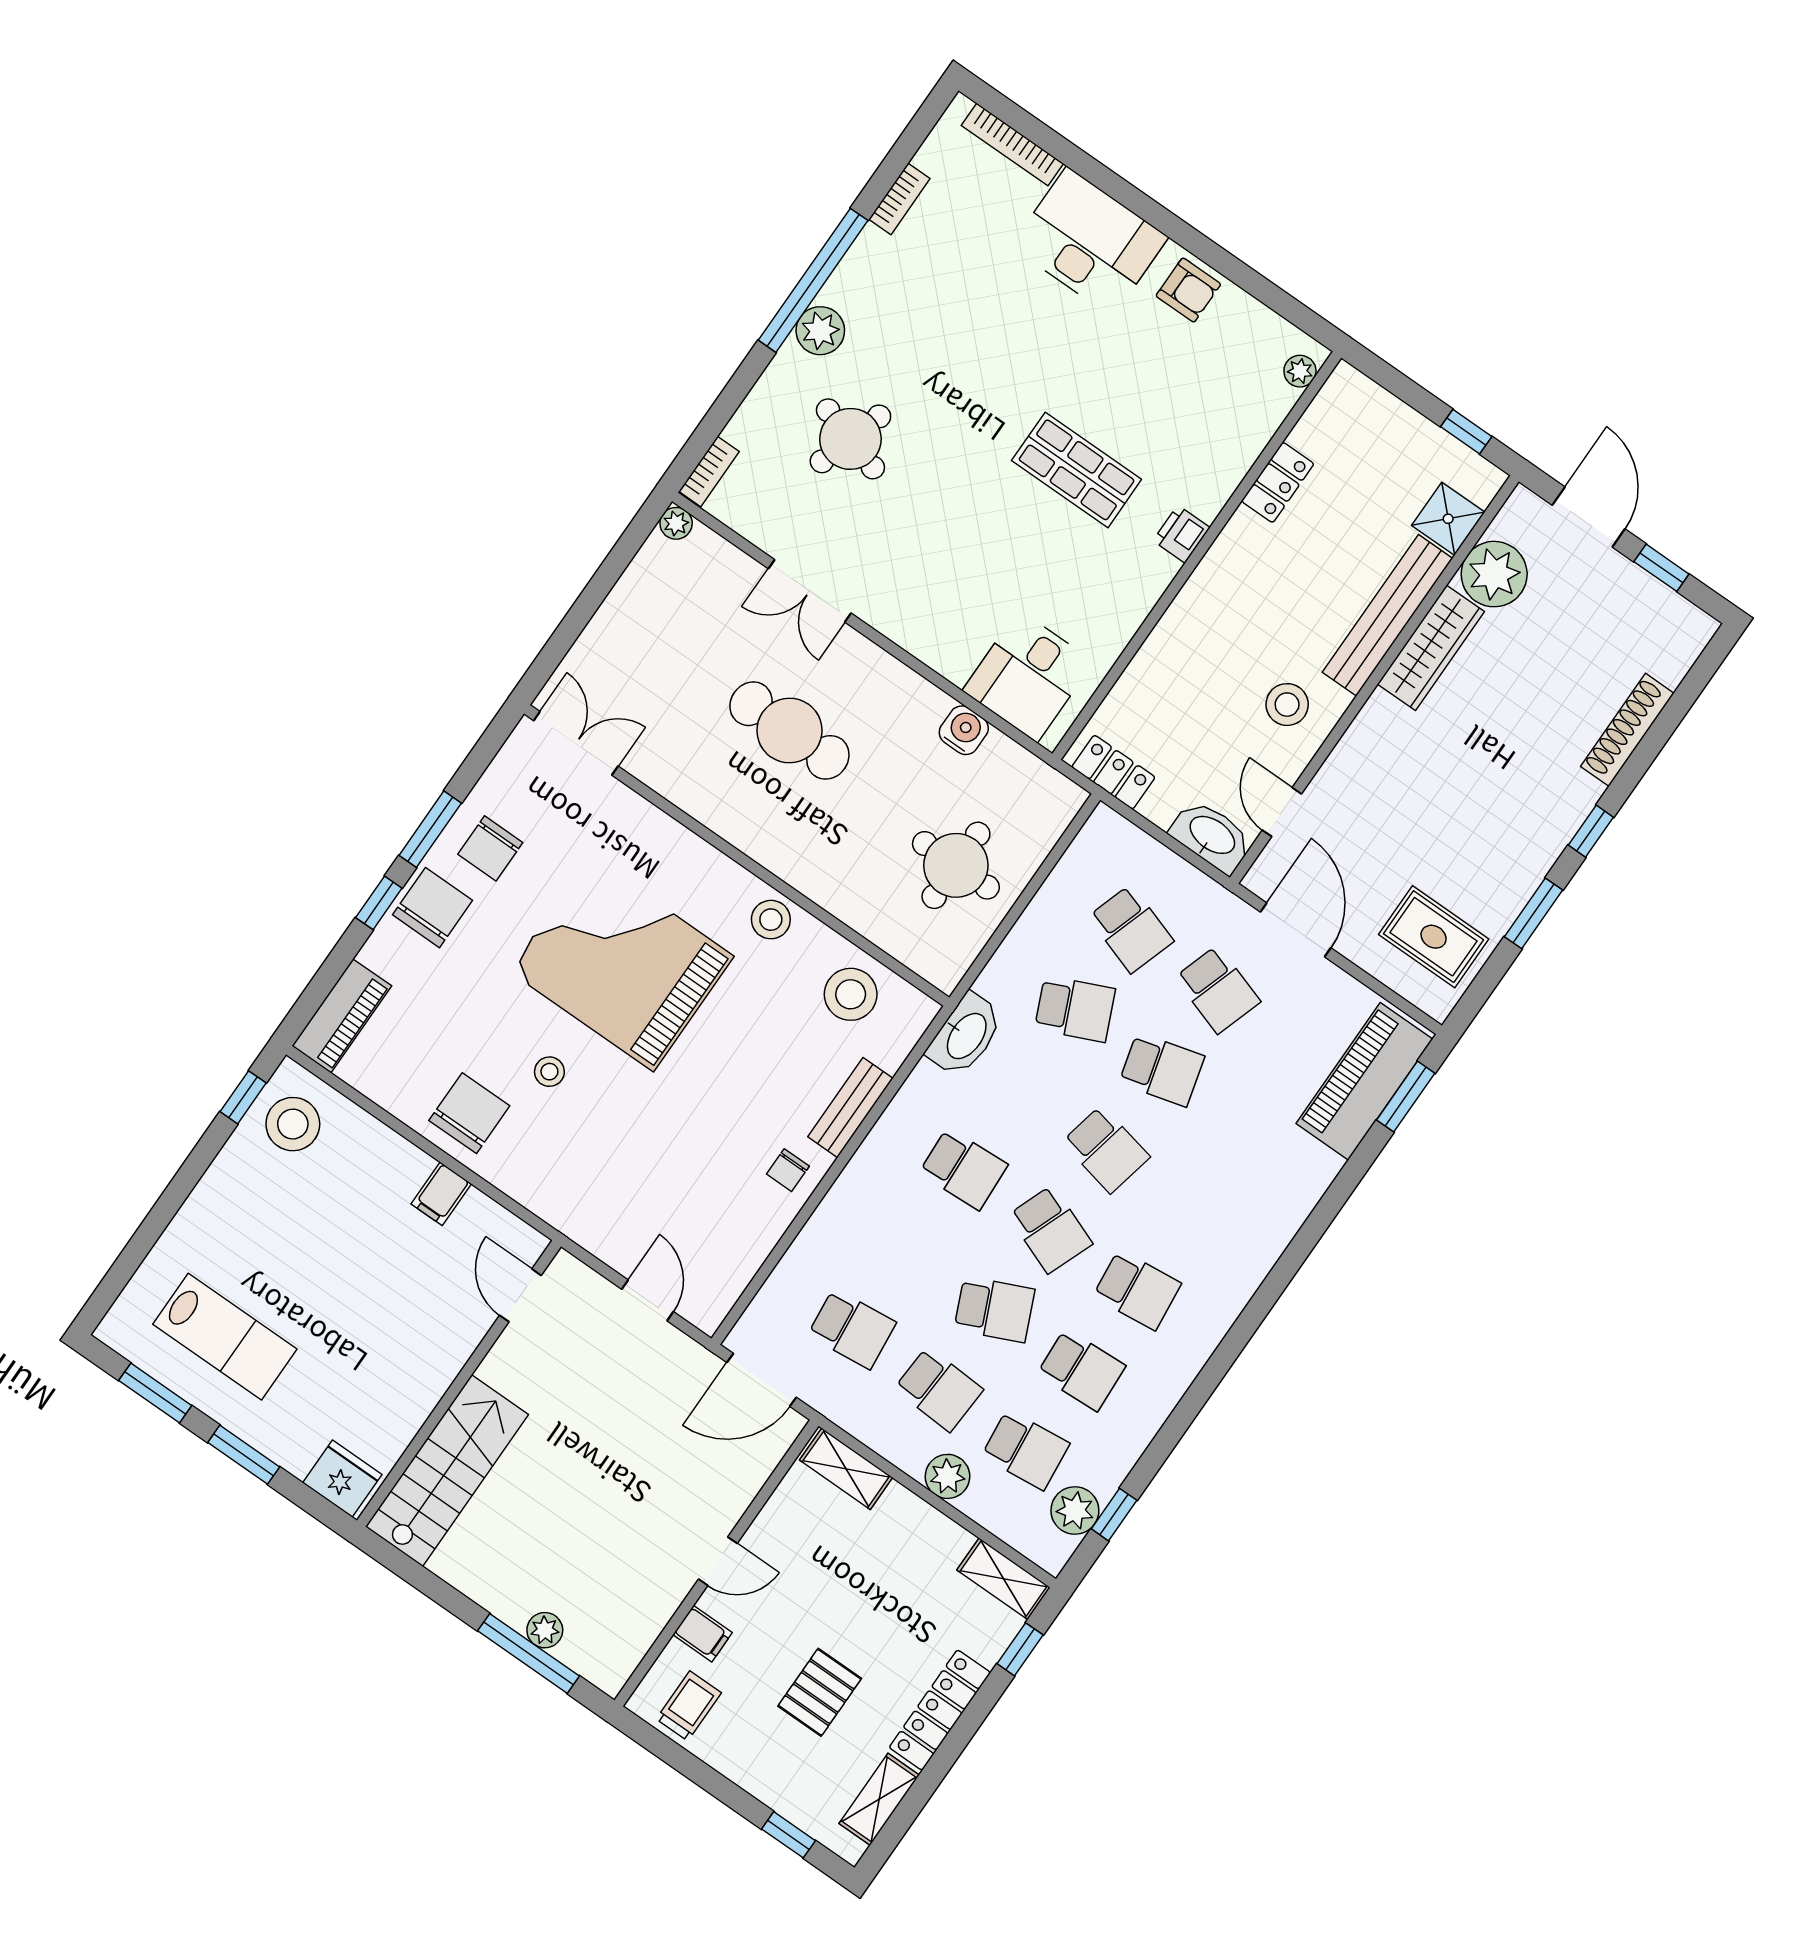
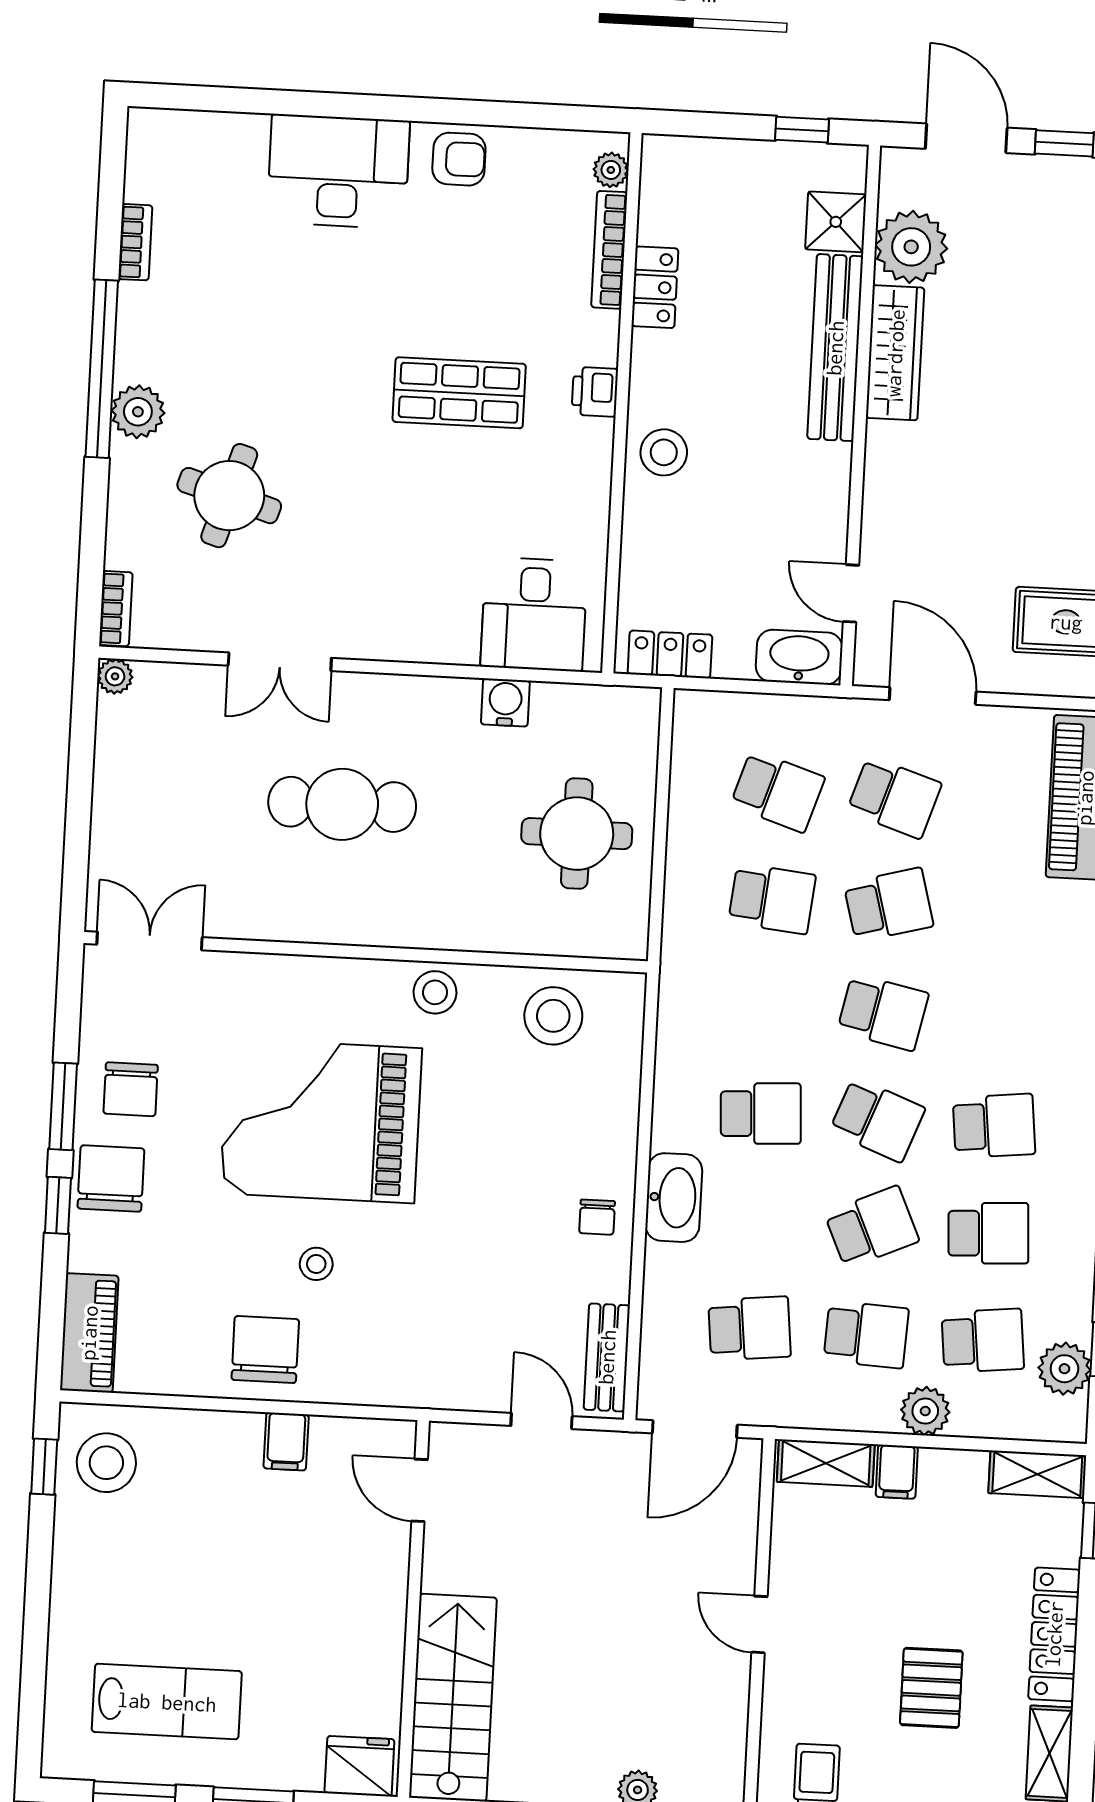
bookcase: (1012, 144) -> (609, 250), moved, turned 90
stool: (1287, 705) -> (664, 452), moved
school desk: (1075, 1009) -> (772, 899), turned 30
washbasin: (965, 1035) -> (674, 1198), moved
bench: (850, 1108) -> (607, 1357), moved
door: (718, 1561) -> (759, 1624), swing flipped
filing cabinet: (703, 1634) -> (897, 1472), moved, turned 90

